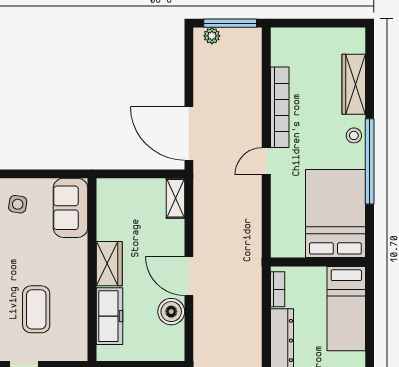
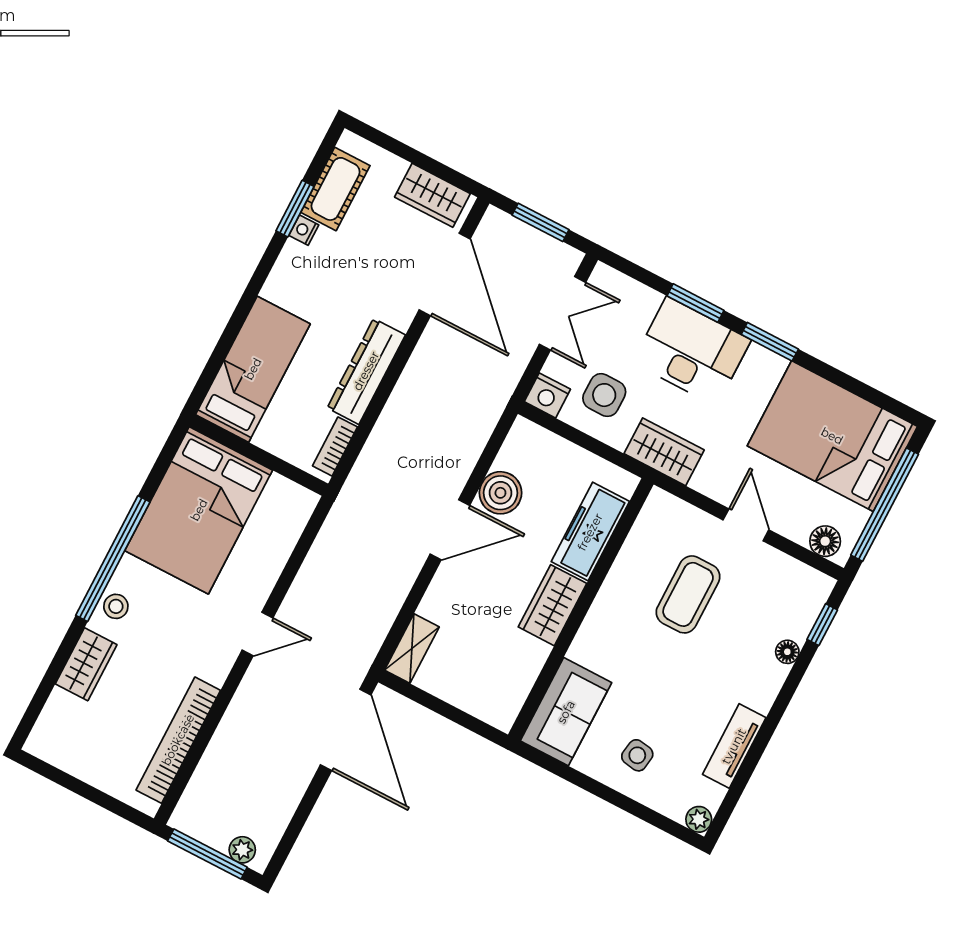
wardrobe: (354, 84) -> (86, 664), width x0.67
bookcase: (280, 107) -> (178, 740), moved
door: (189, 276) -> (450, 530), hinge flipped

